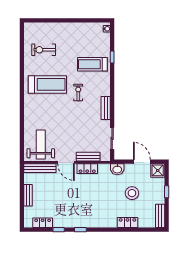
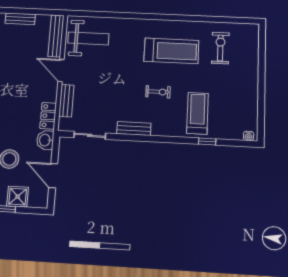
treadmill: (47, 84) -> (171, 51), turned -90
door: (66, 162) -> (61, 71), hinge flipped
door: (142, 162) -> (53, 176), swing flipped
locker: (87, 169) -> (48, 116), moved
shower: (158, 170) -> (18, 197), moved

